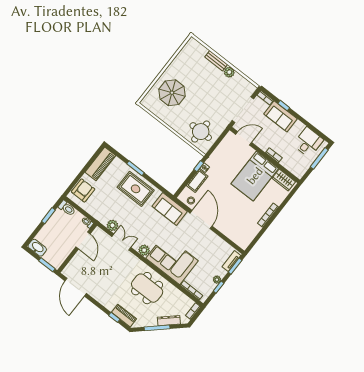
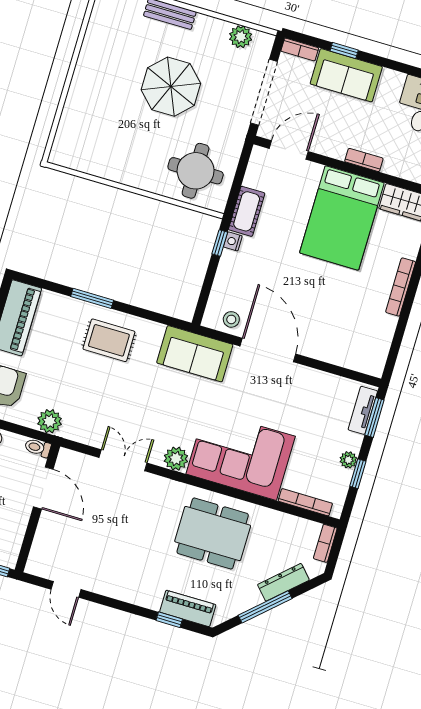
plant: (229, 72) -> (241, 37), moved
parasol: (172, 93) -> (171, 87), moved
cot: (197, 181) -> (247, 211), moved
rug: (136, 189) -> (109, 340), width x0.73, depth x0.70
plant: (112, 225) -> (50, 421), moved
door: (76, 287) -> (66, 589), width x0.53

